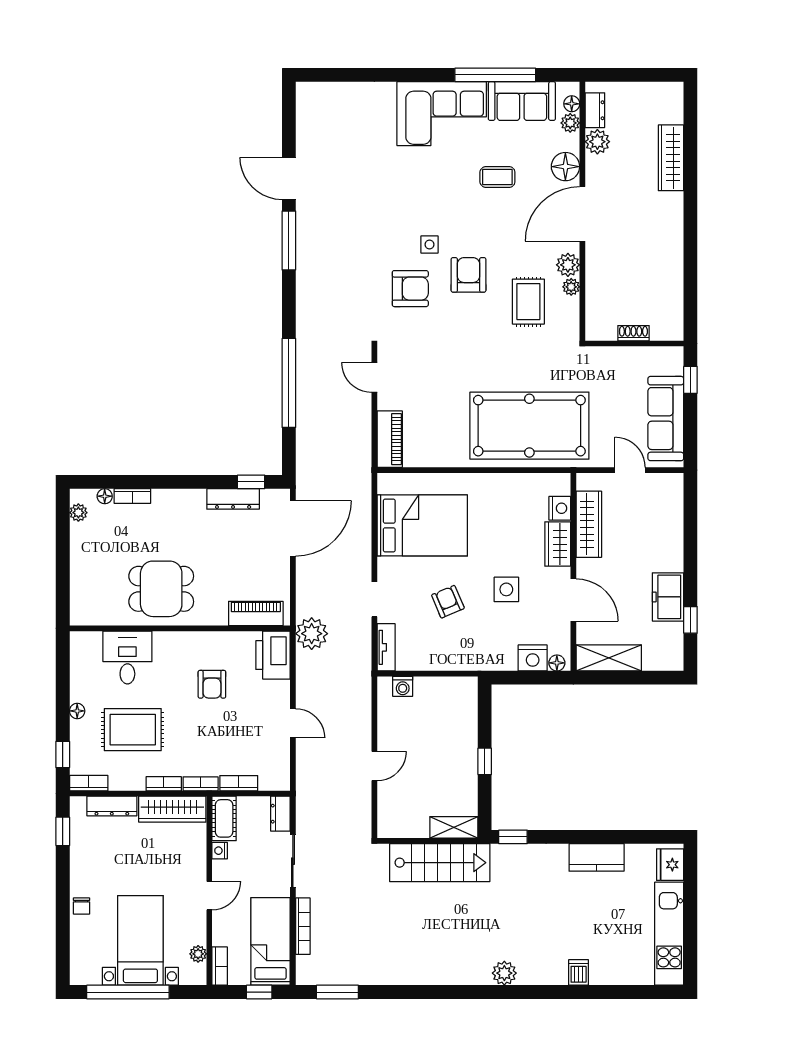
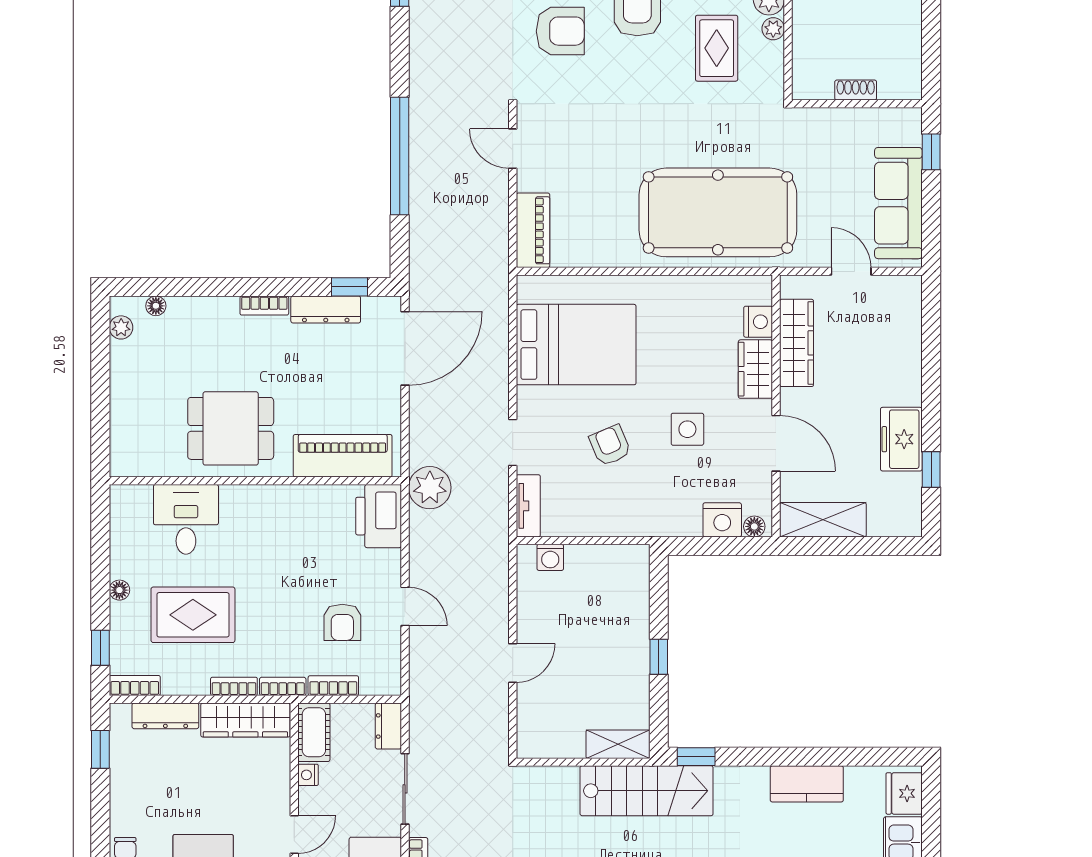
bookcase: (132, 496) -> (264, 306), moved
piano: (256, 613) -> (343, 456), width x1.37, depth x1.33
armchair: (212, 684) -> (342, 622), moved
stairs: (440, 863) -> (647, 791), moved

